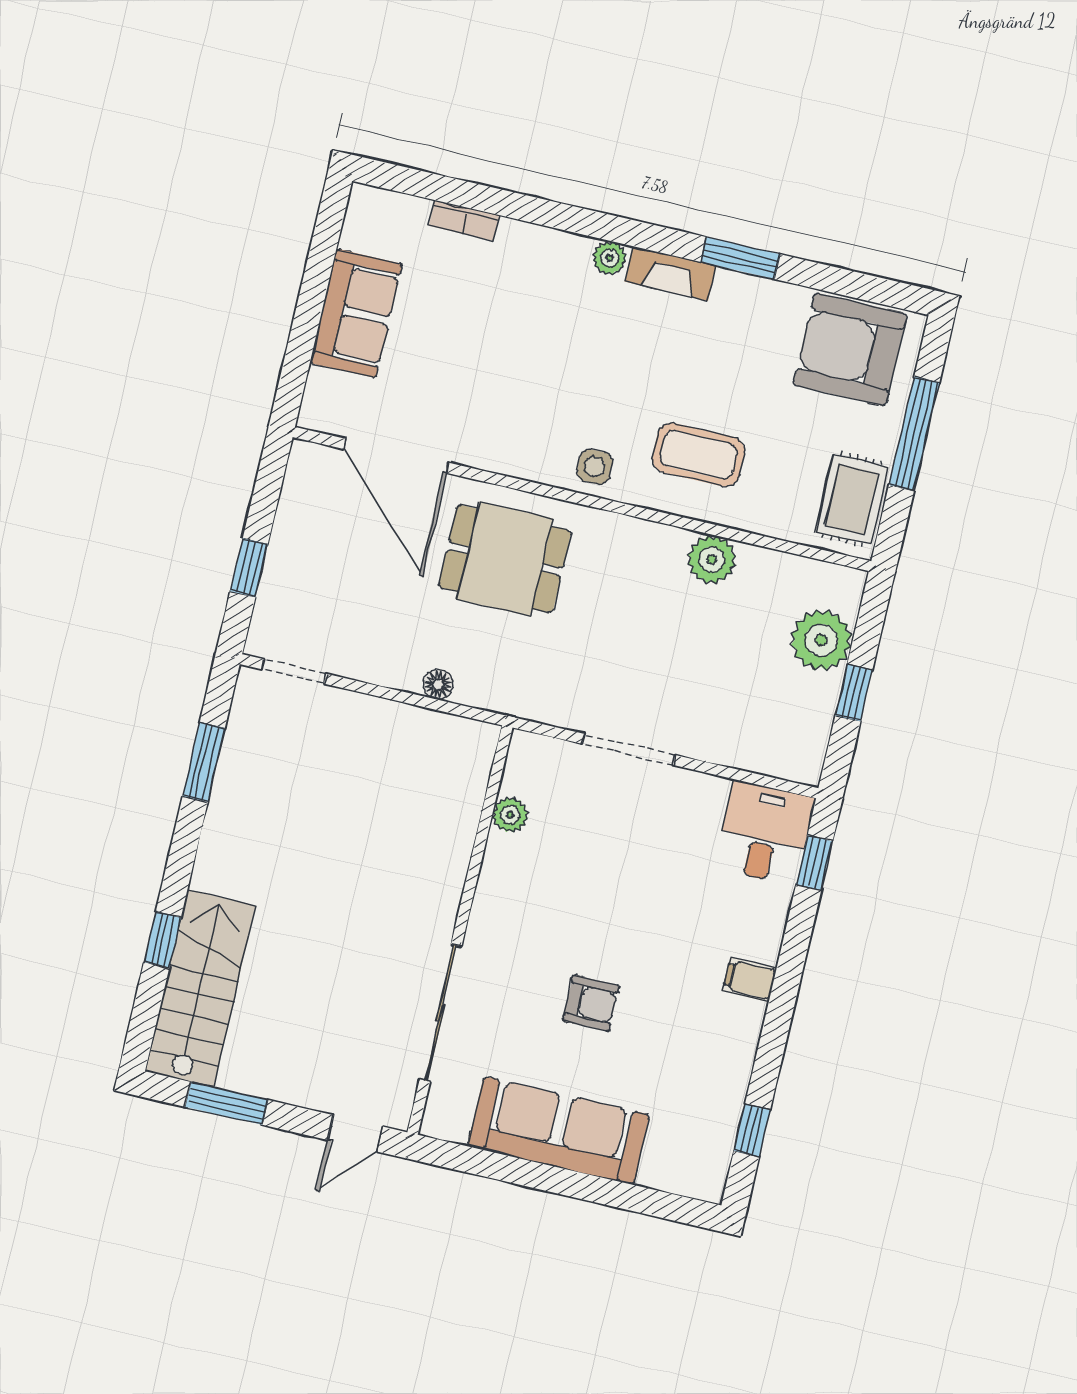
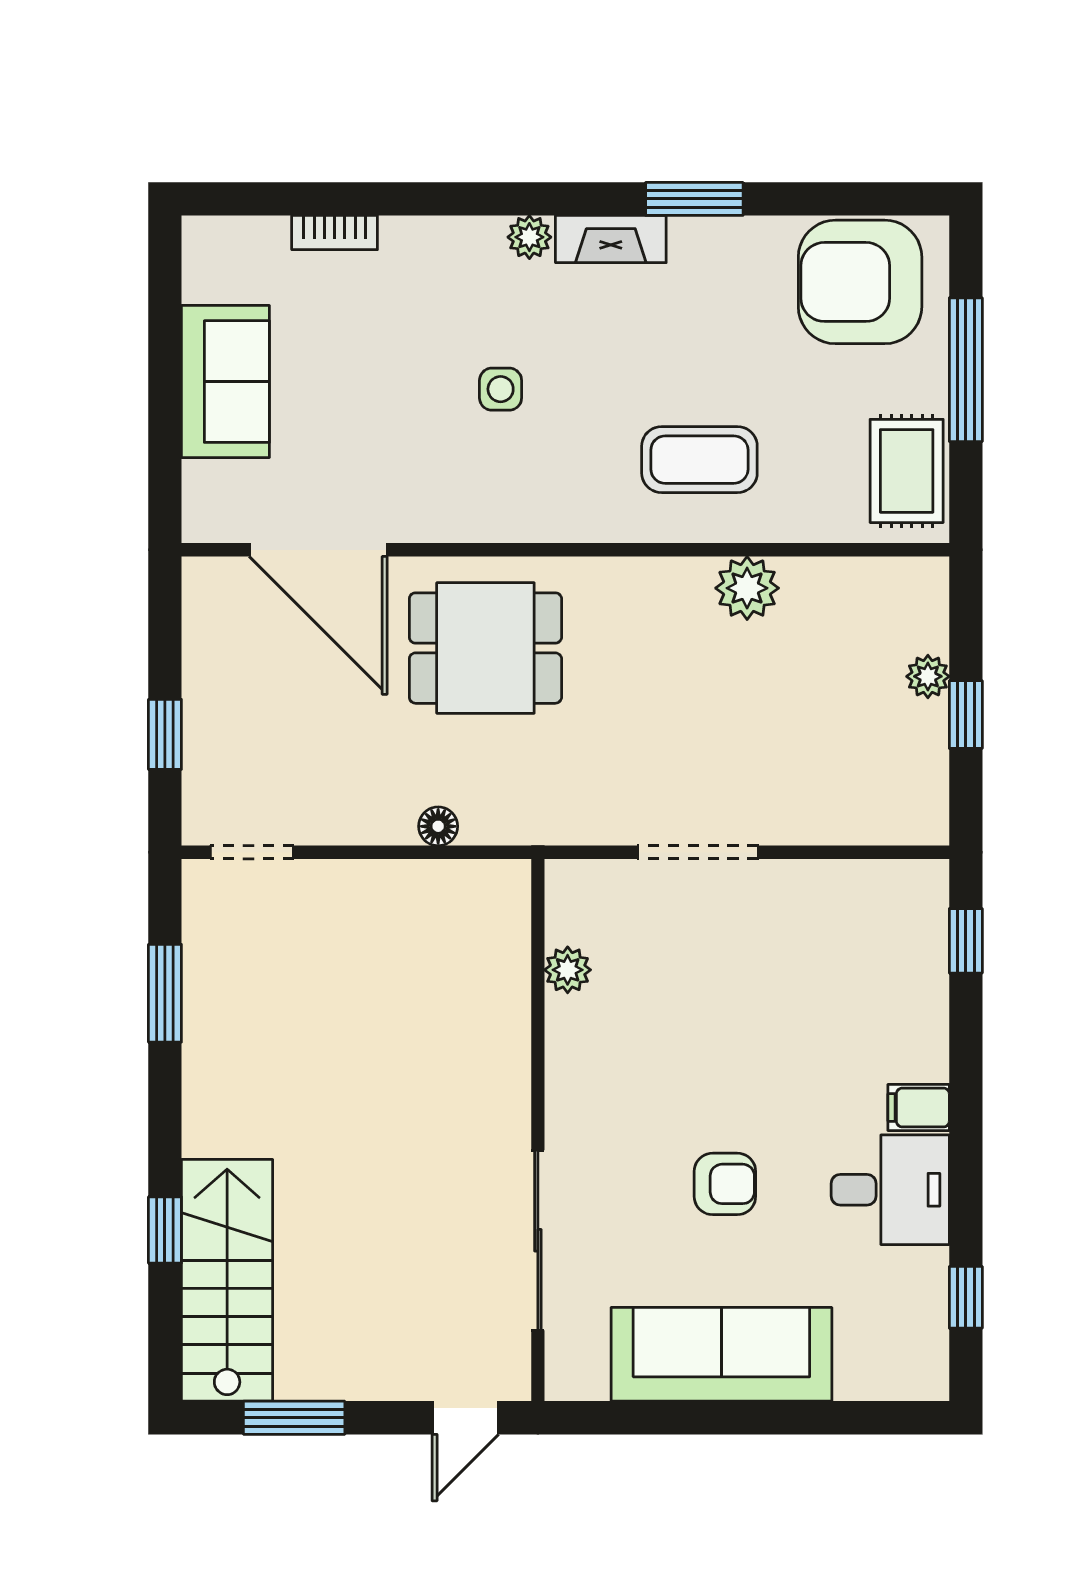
side table: (595, 467) -> (501, 389), moved
plant: (821, 640) -> (928, 676), width x0.53, depth x0.53
desk: (765, 833) -> (890, 1190), moved, turned 90

